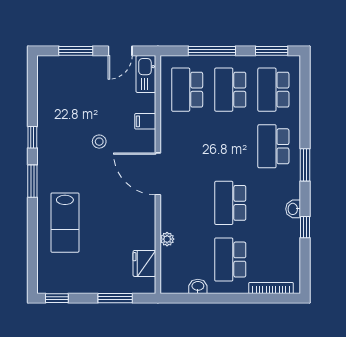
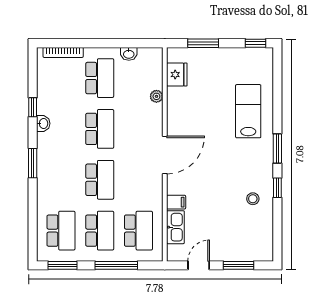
kitchen sink: (146, 74) -> (175, 227), moved
stool: (99, 142) -> (253, 199), moved
school desk: (273, 146) -> (100, 180), moved
door: (158, 174) -> (165, 155), hinge flipped

